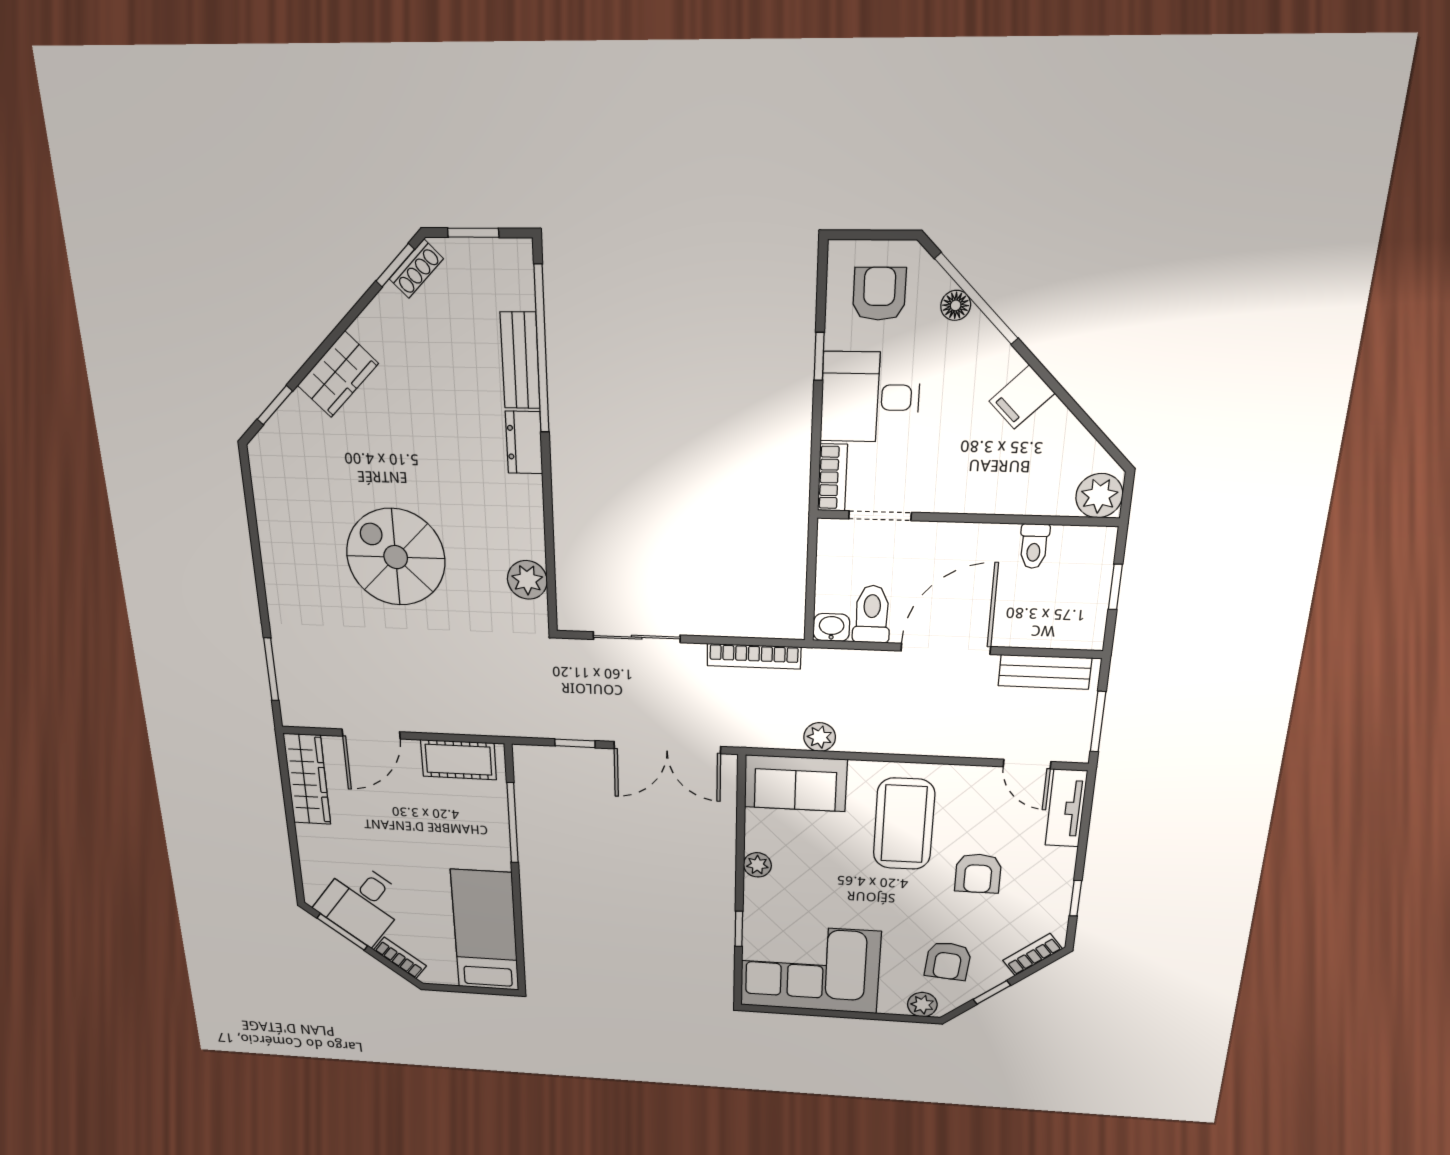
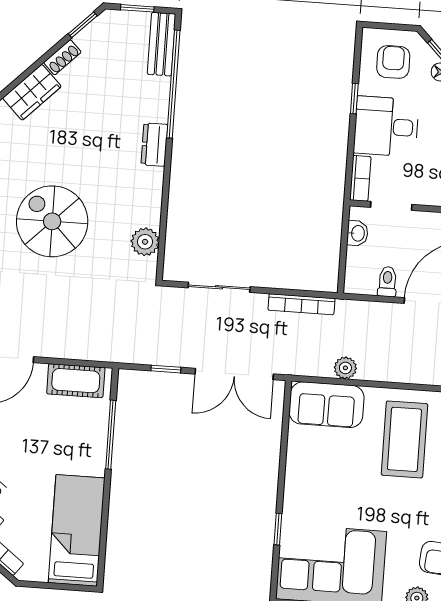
shoe rack: (416, 269) -> (62, 57), moved
bench: (520, 360) -> (161, 44), moved
toilet: (872, 614) -> (387, 282), width x0.73, depth x0.72
washbasin: (831, 627) -> (357, 233), moved, turned 90
plant: (757, 865) -> (295, 473), removed

